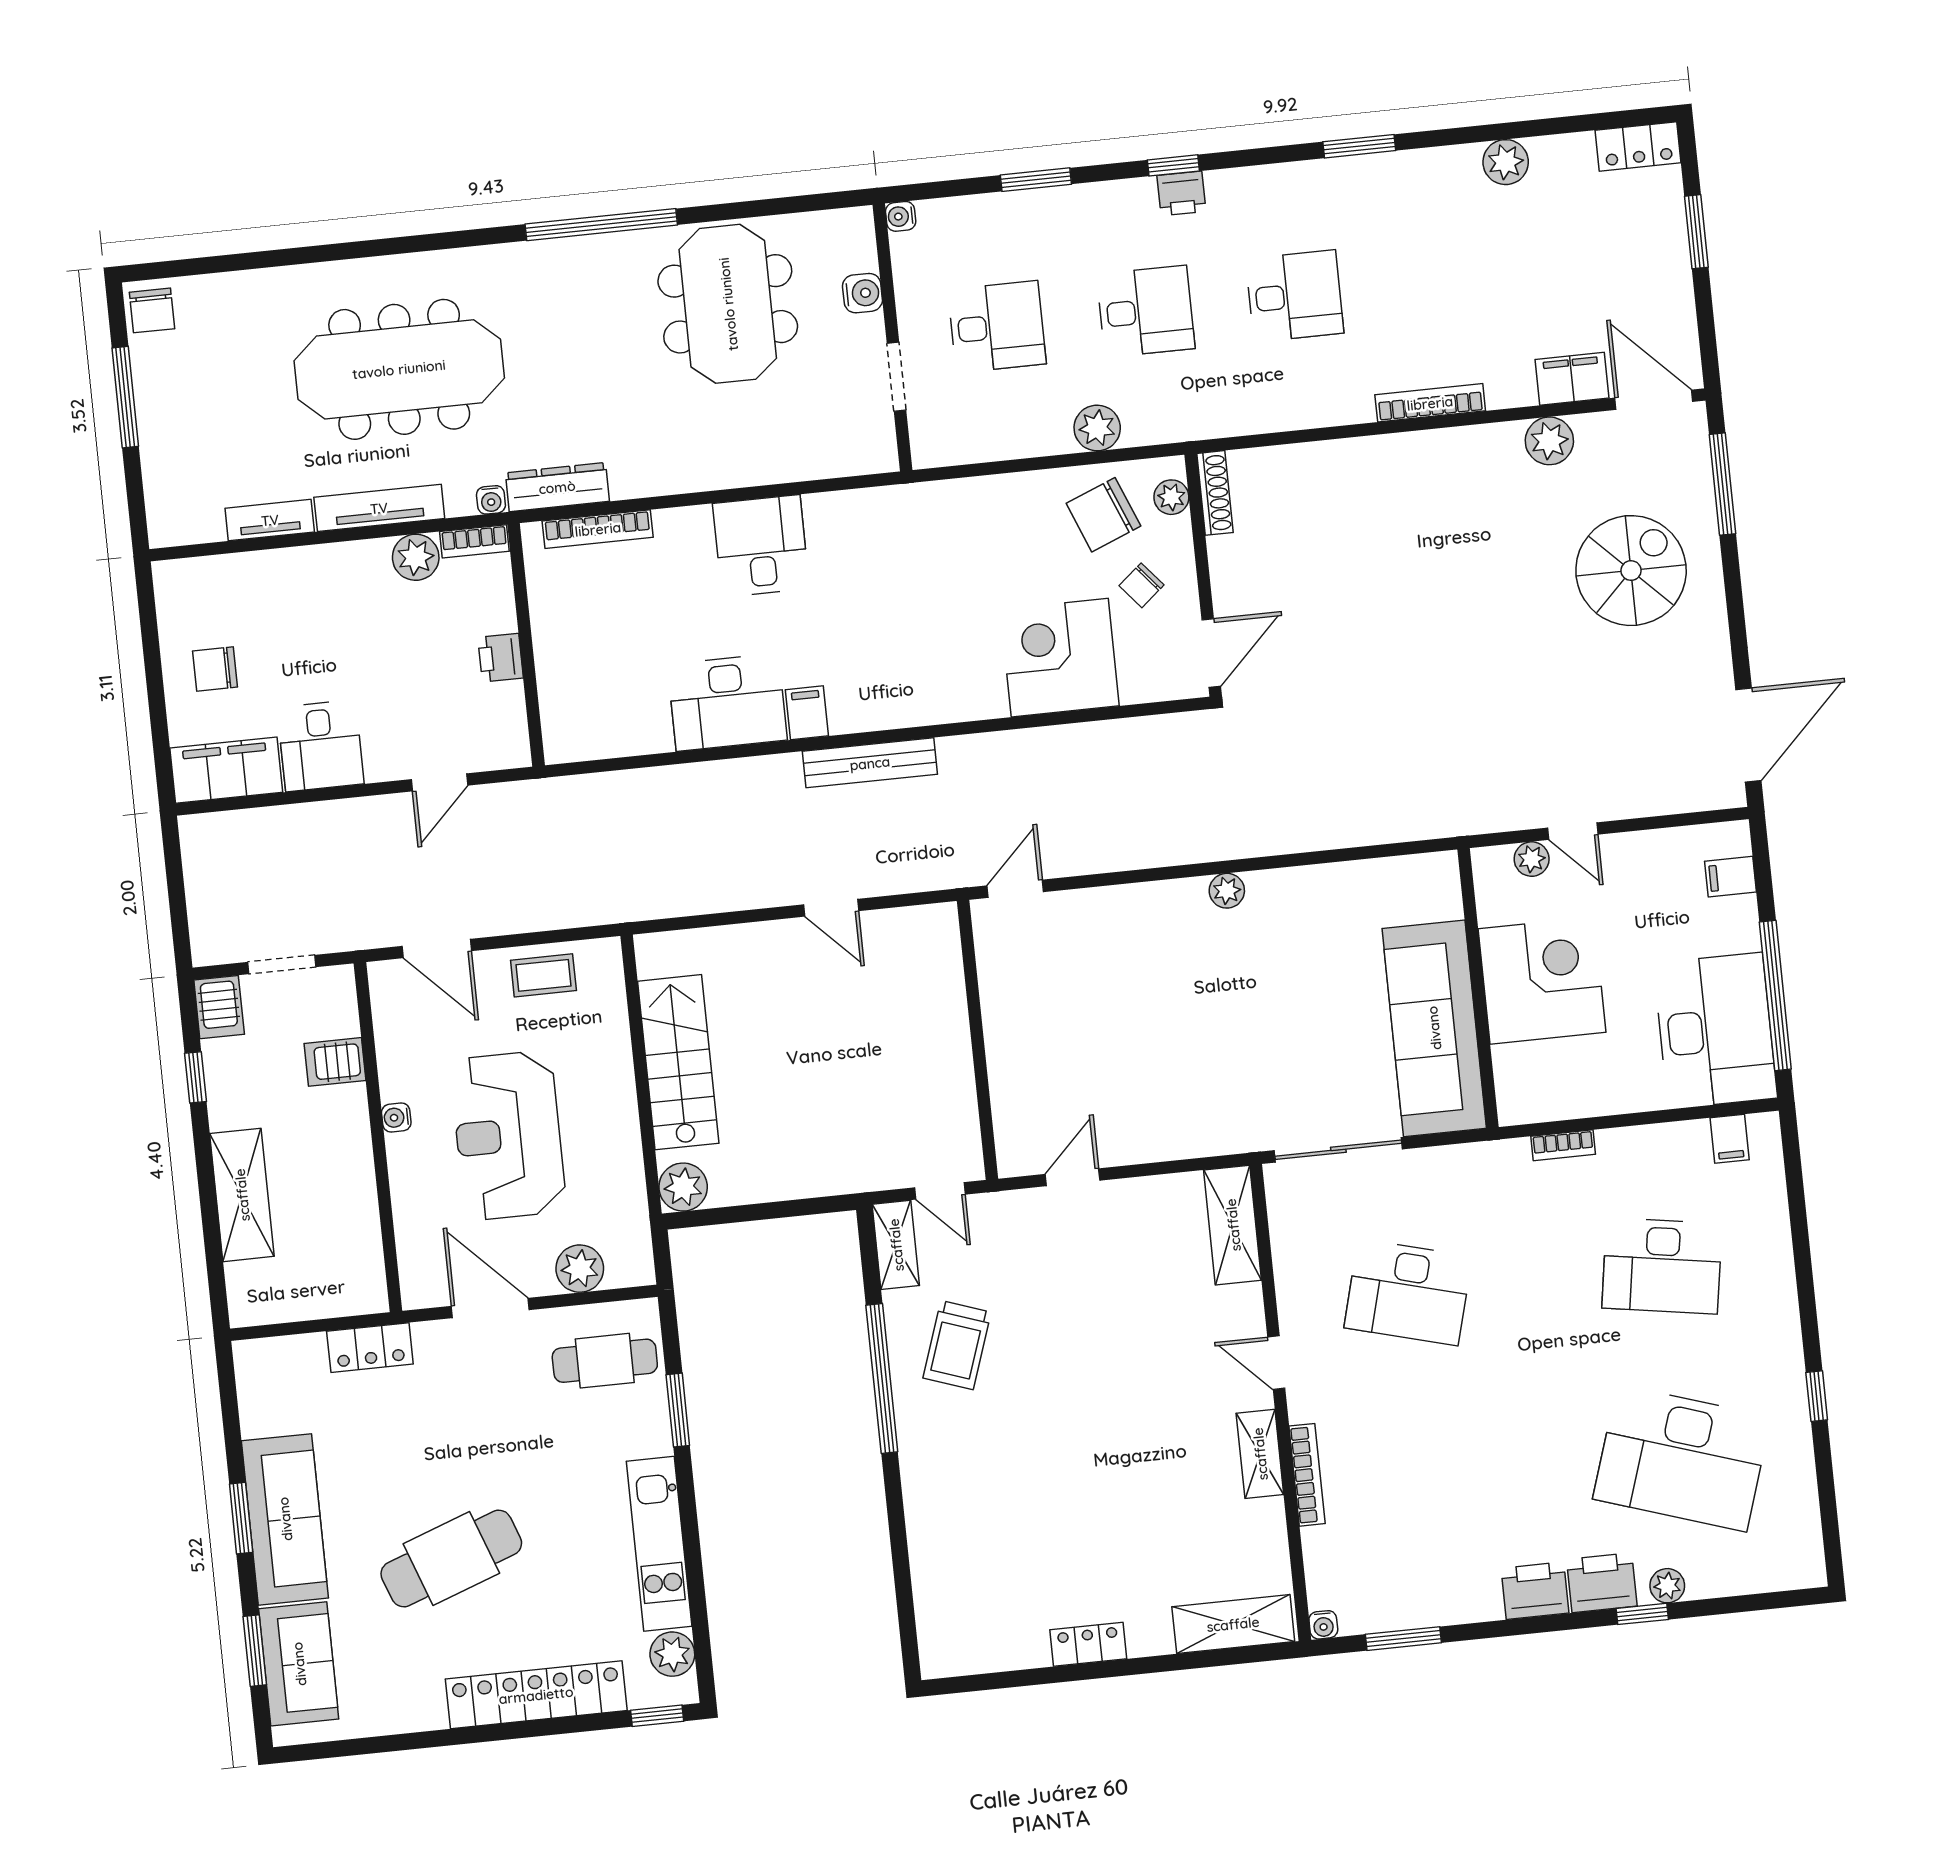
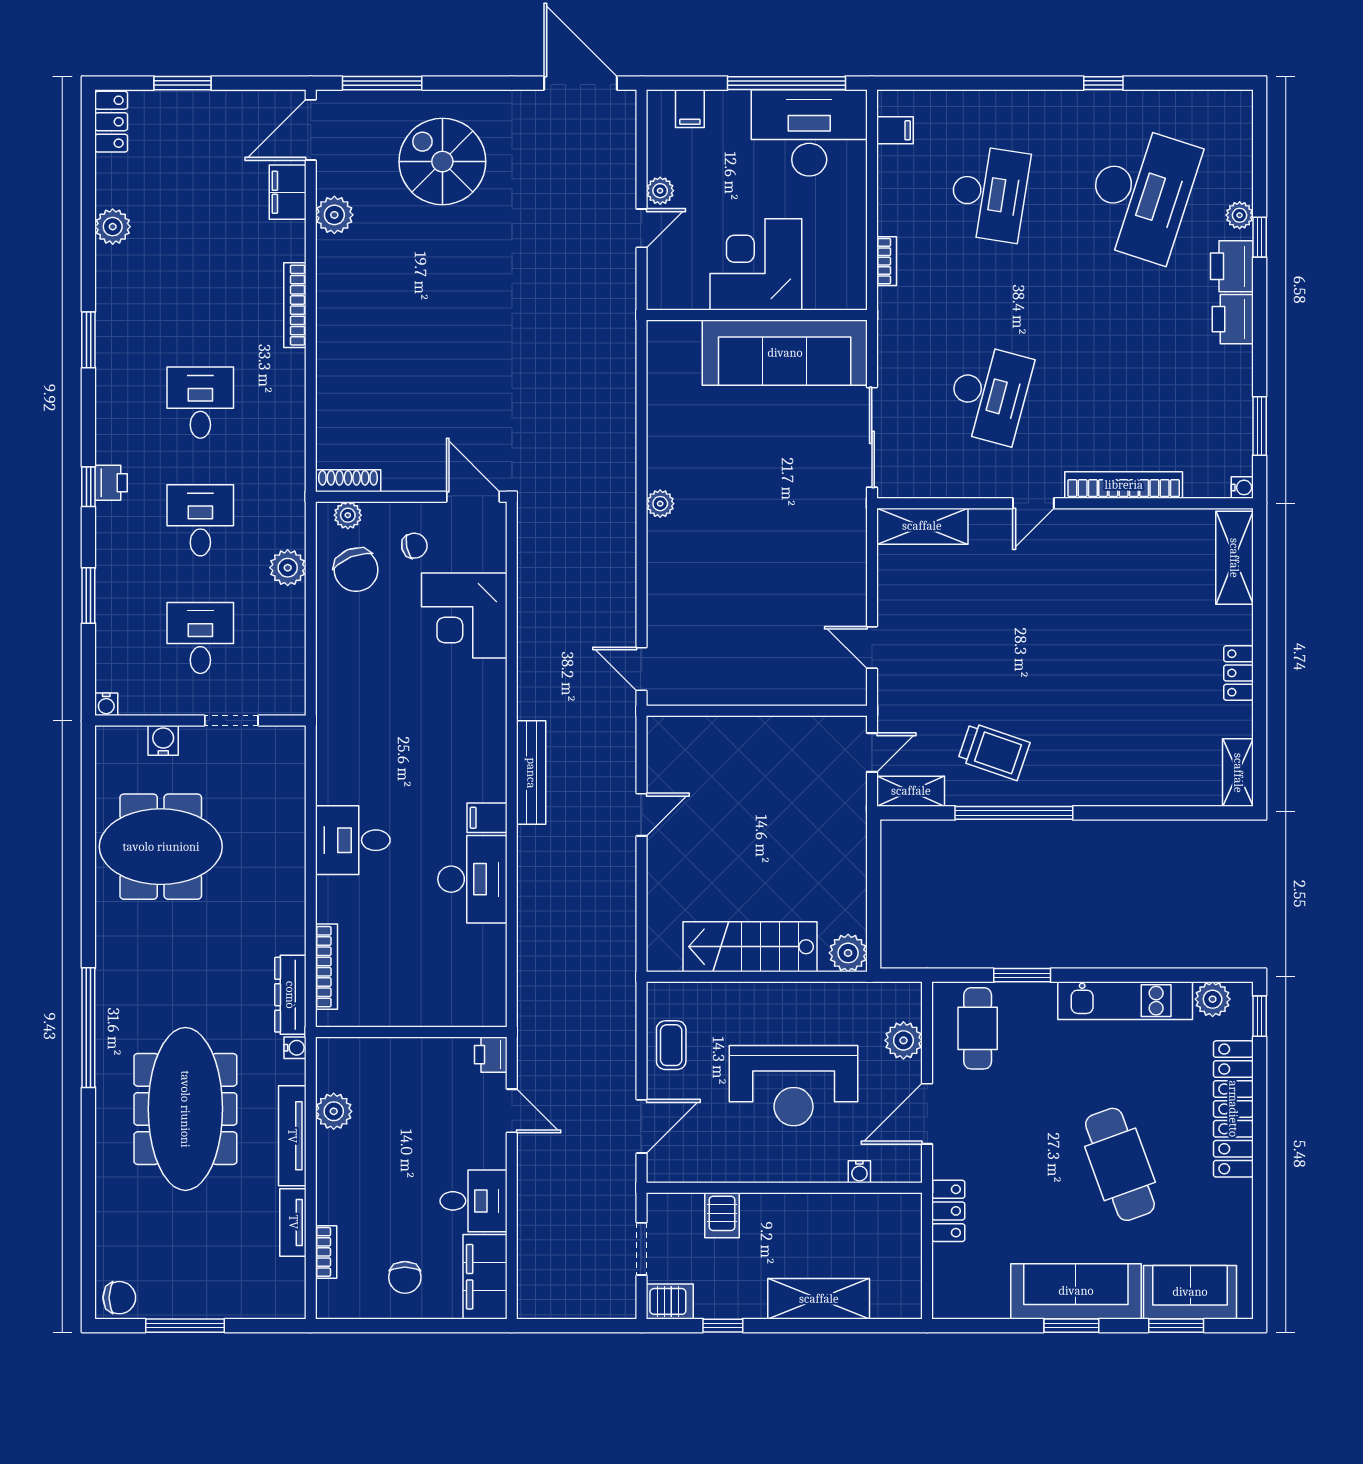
window: (601, 225) -> (88, 1028), moved
bookcase: (474, 541) -> (326, 1252), moved
chair: (1142, 585) -> (414, 546), turned -63
printer: (501, 658) -> (491, 1055), moved, turned 90
plant: (1532, 859) -> (660, 191), moved
water cooler: (396, 1118) -> (859, 1172), moved
shelving: (1260, 1454) -> (1238, 773), moved, turned 90
bookcase: (1307, 1475) -> (1124, 485), width x1.48, depth x1.31

